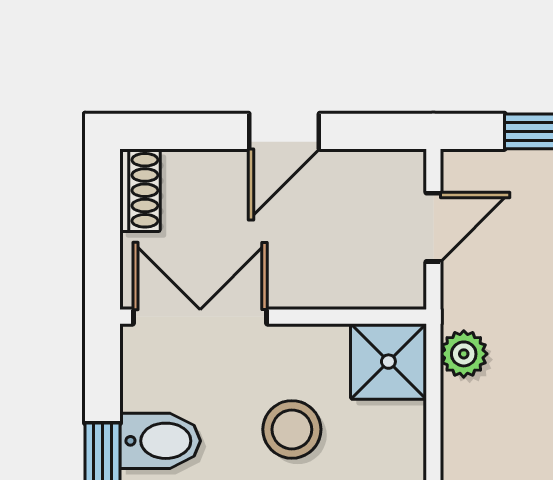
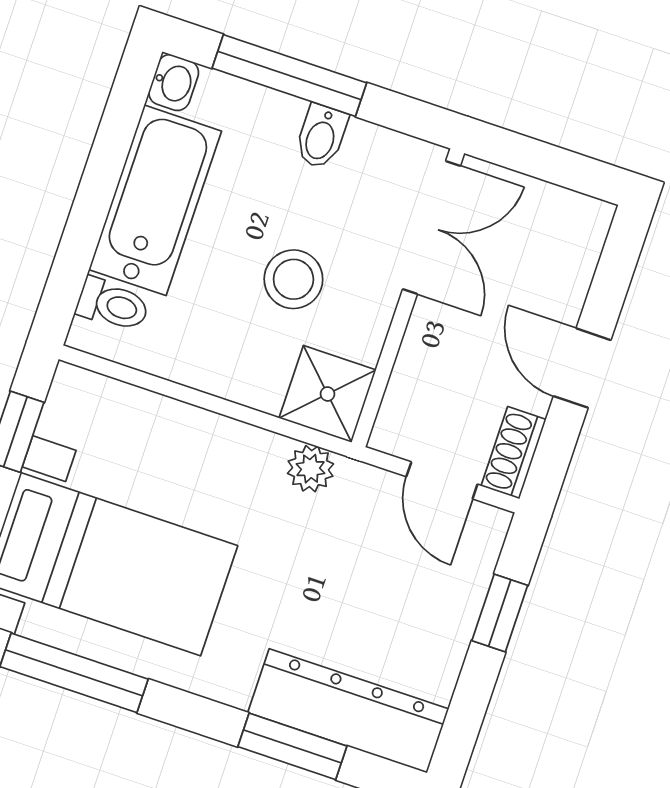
shoe rack: (140, 190) -> (513, 453), moved, turned 90
bidet: (160, 441) -> (321, 136), width x0.72, depth x0.74

